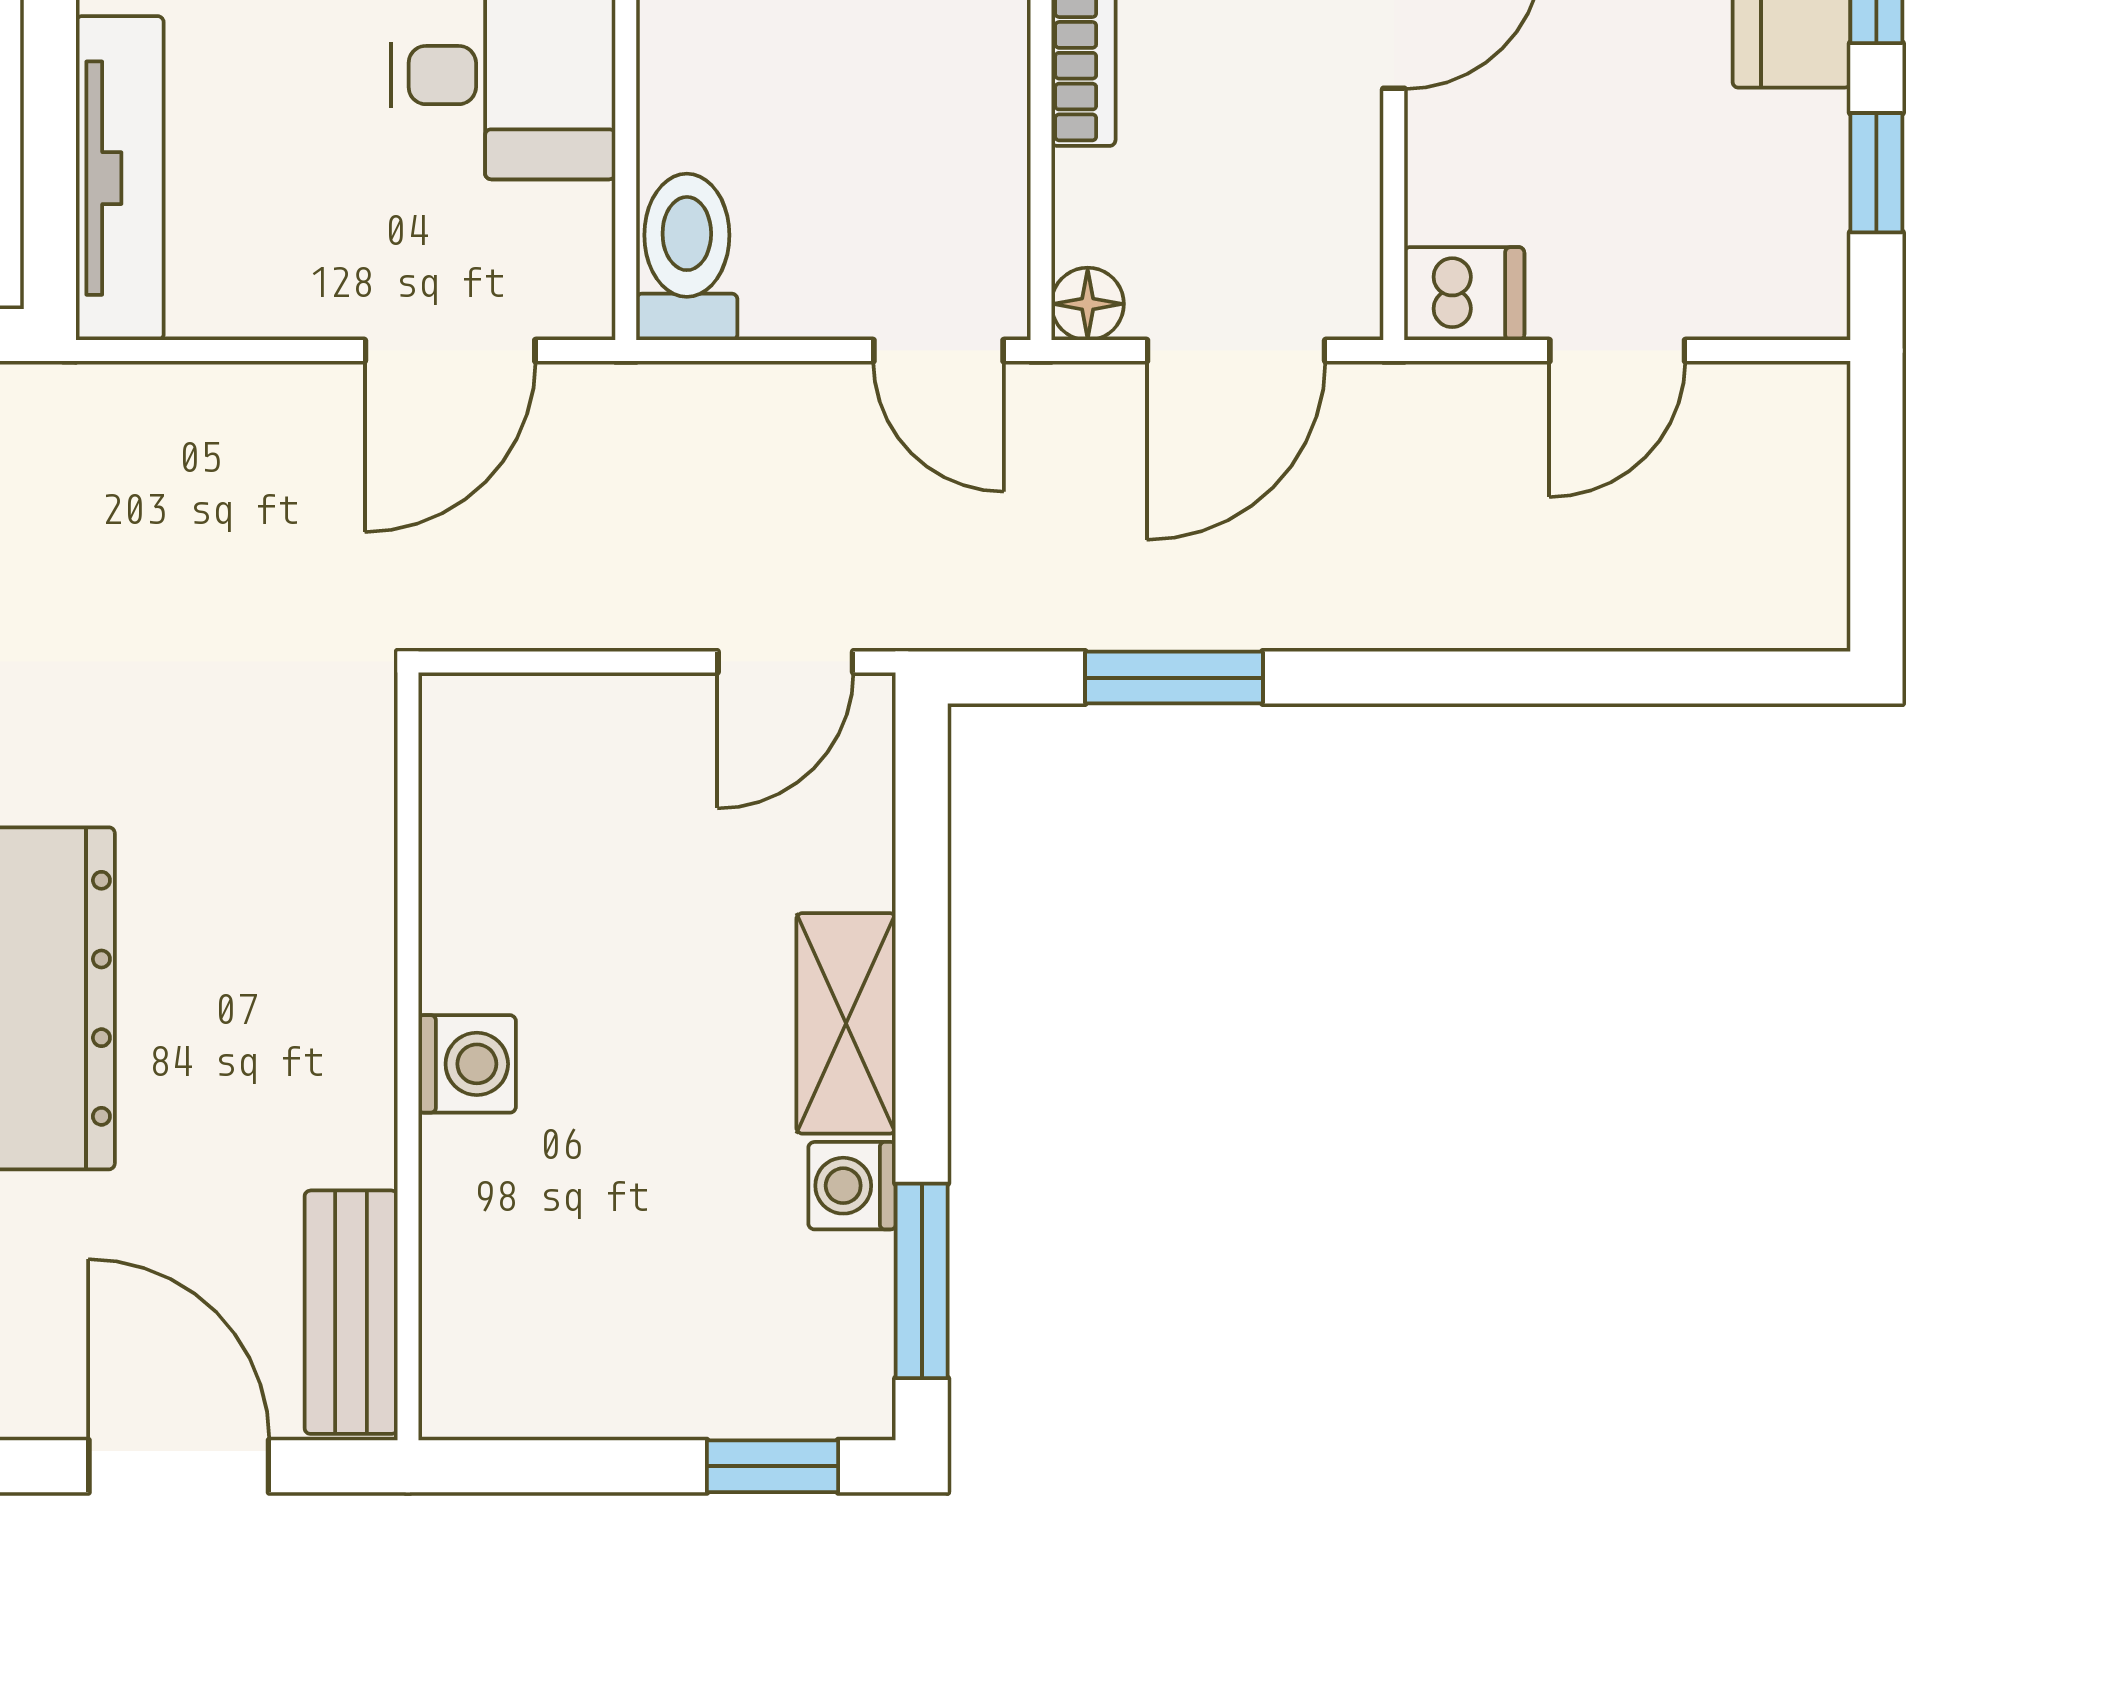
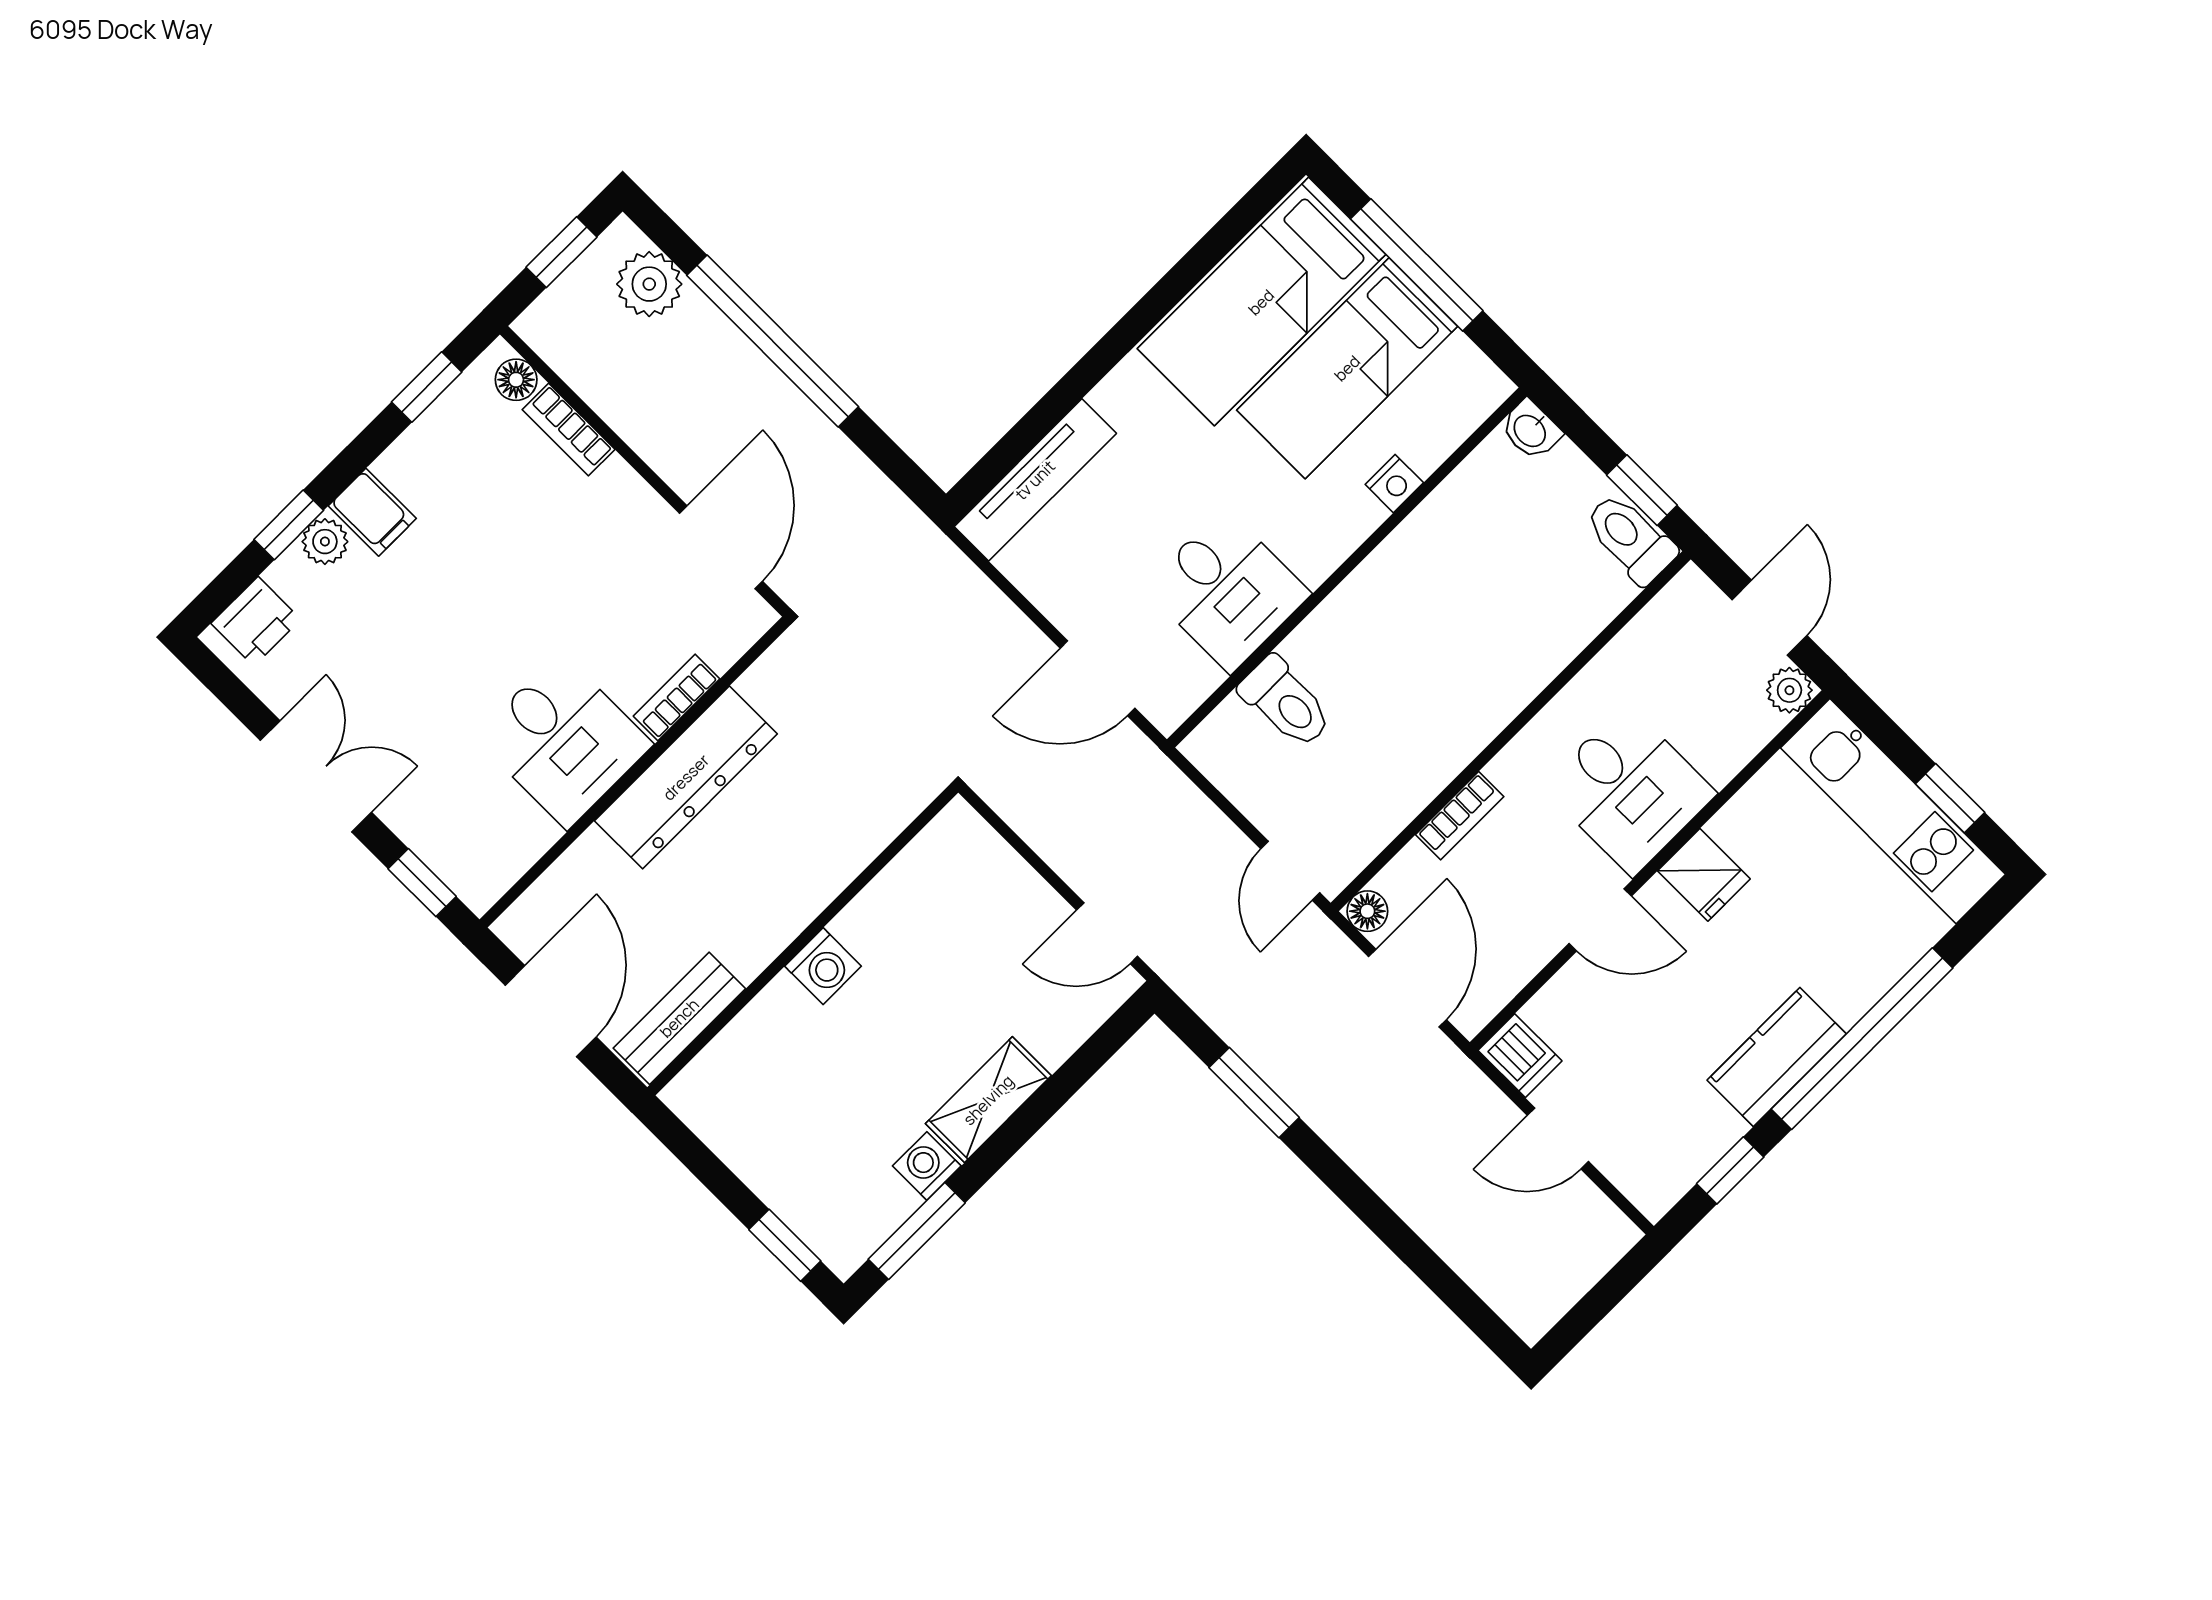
toilet: (687, 257) -> (1286, 702), moved, turned 90
door: (1236, 351) -> (1408, 988), swing flipped

